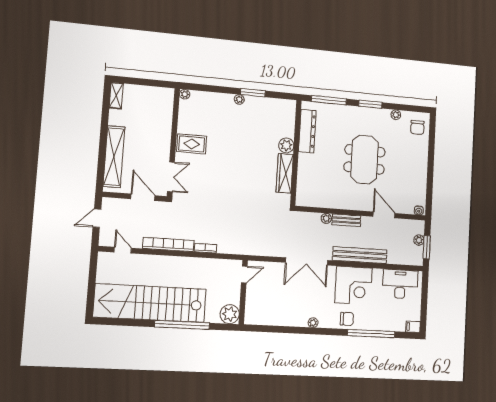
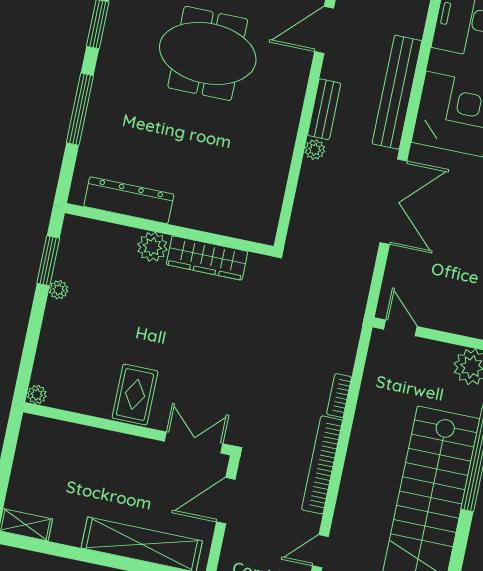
dresser: (307, 131) -> (129, 200), moved
plant: (286, 145) -> (152, 247), moved
wall: (296, 153) -> (169, 230), moved
wardrobe: (285, 173) -> (207, 258), moved

